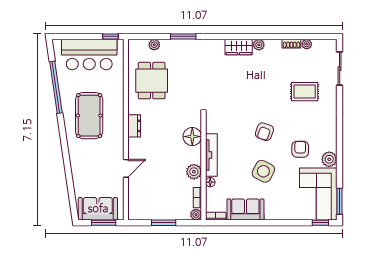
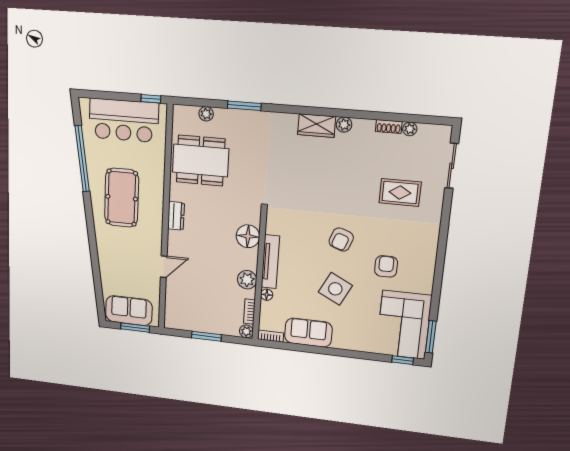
dining table: (152, 81) -> (201, 160), width x1.37
plant: (329, 159) -> (423, 283), removed

